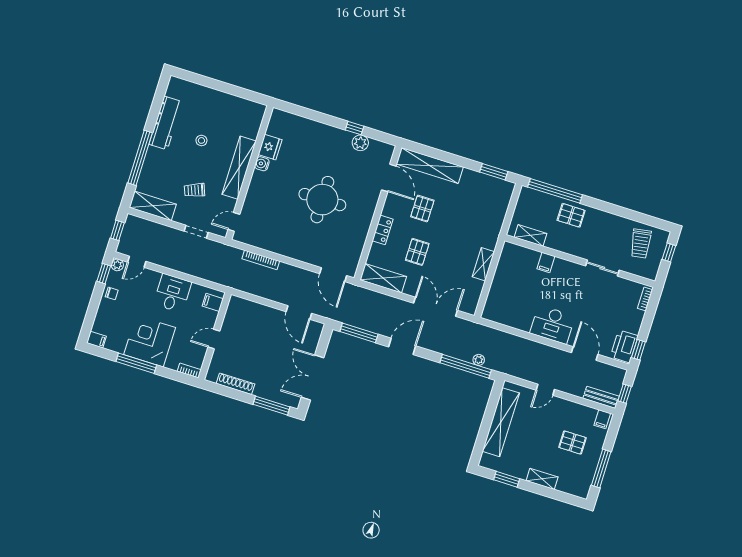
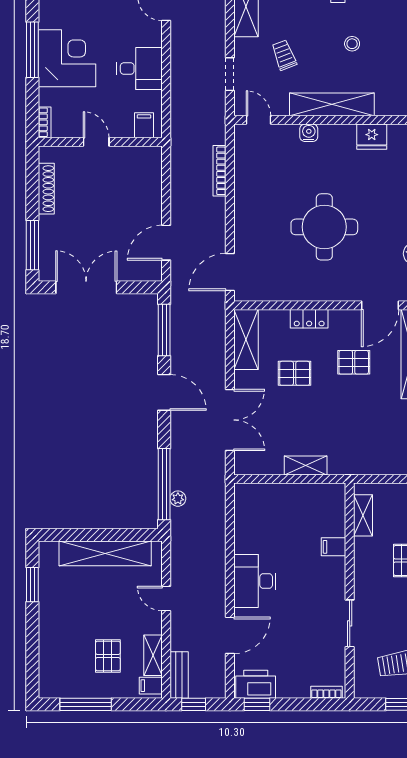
water cooler: (262, 164) -> (309, 133), moved
shelving: (542, 479) -> (153, 655), moved

